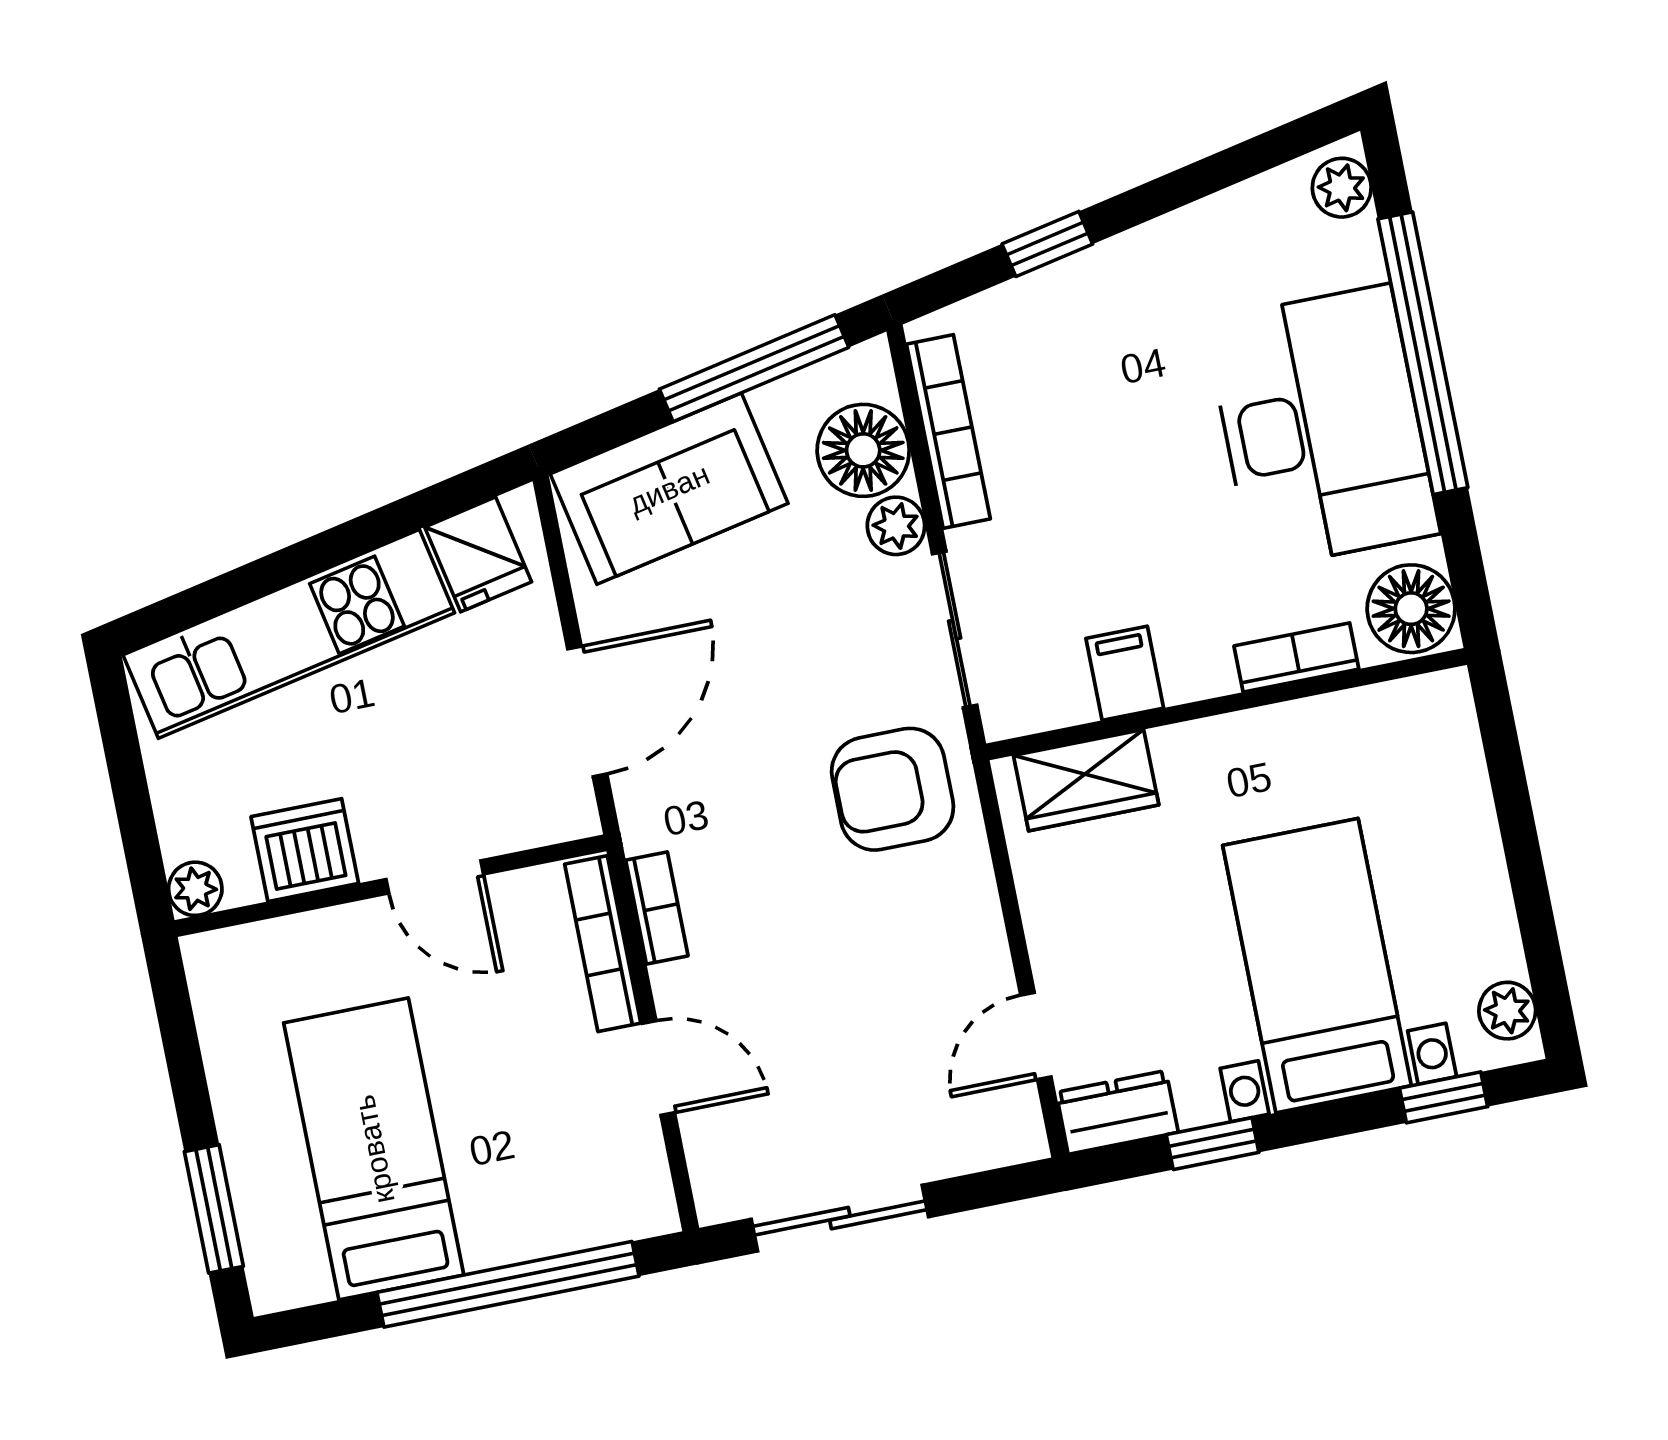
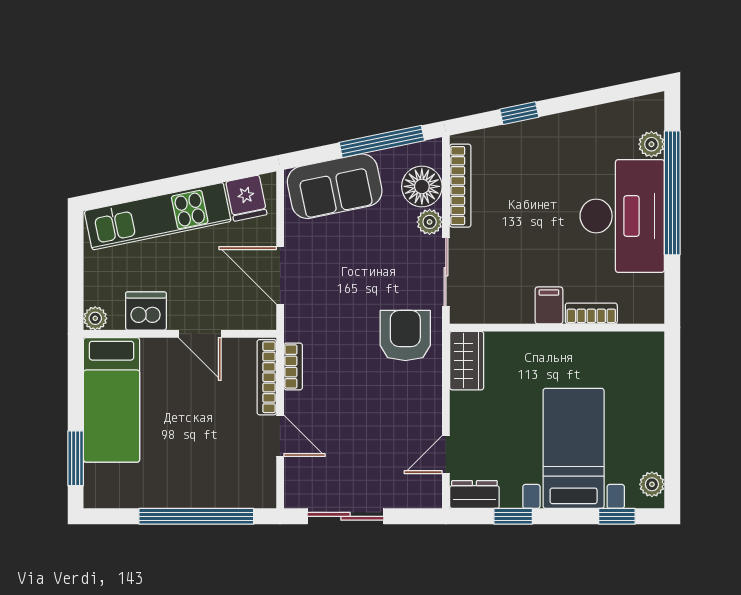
plant: (1342, 188) -> (651, 144), moved
floor lamp: (1411, 609) -> (645, 302), removed
filing cabinet: (1125, 673) -> (549, 305), moved
door: (587, 711) -> (280, 275), swing flipped
wardrobe: (1086, 780) -> (467, 361), moved, turned -90
armchair: (893, 789) -> (405, 335), turned 90
bed: (374, 1149) -> (112, 400), moved, turned 180

